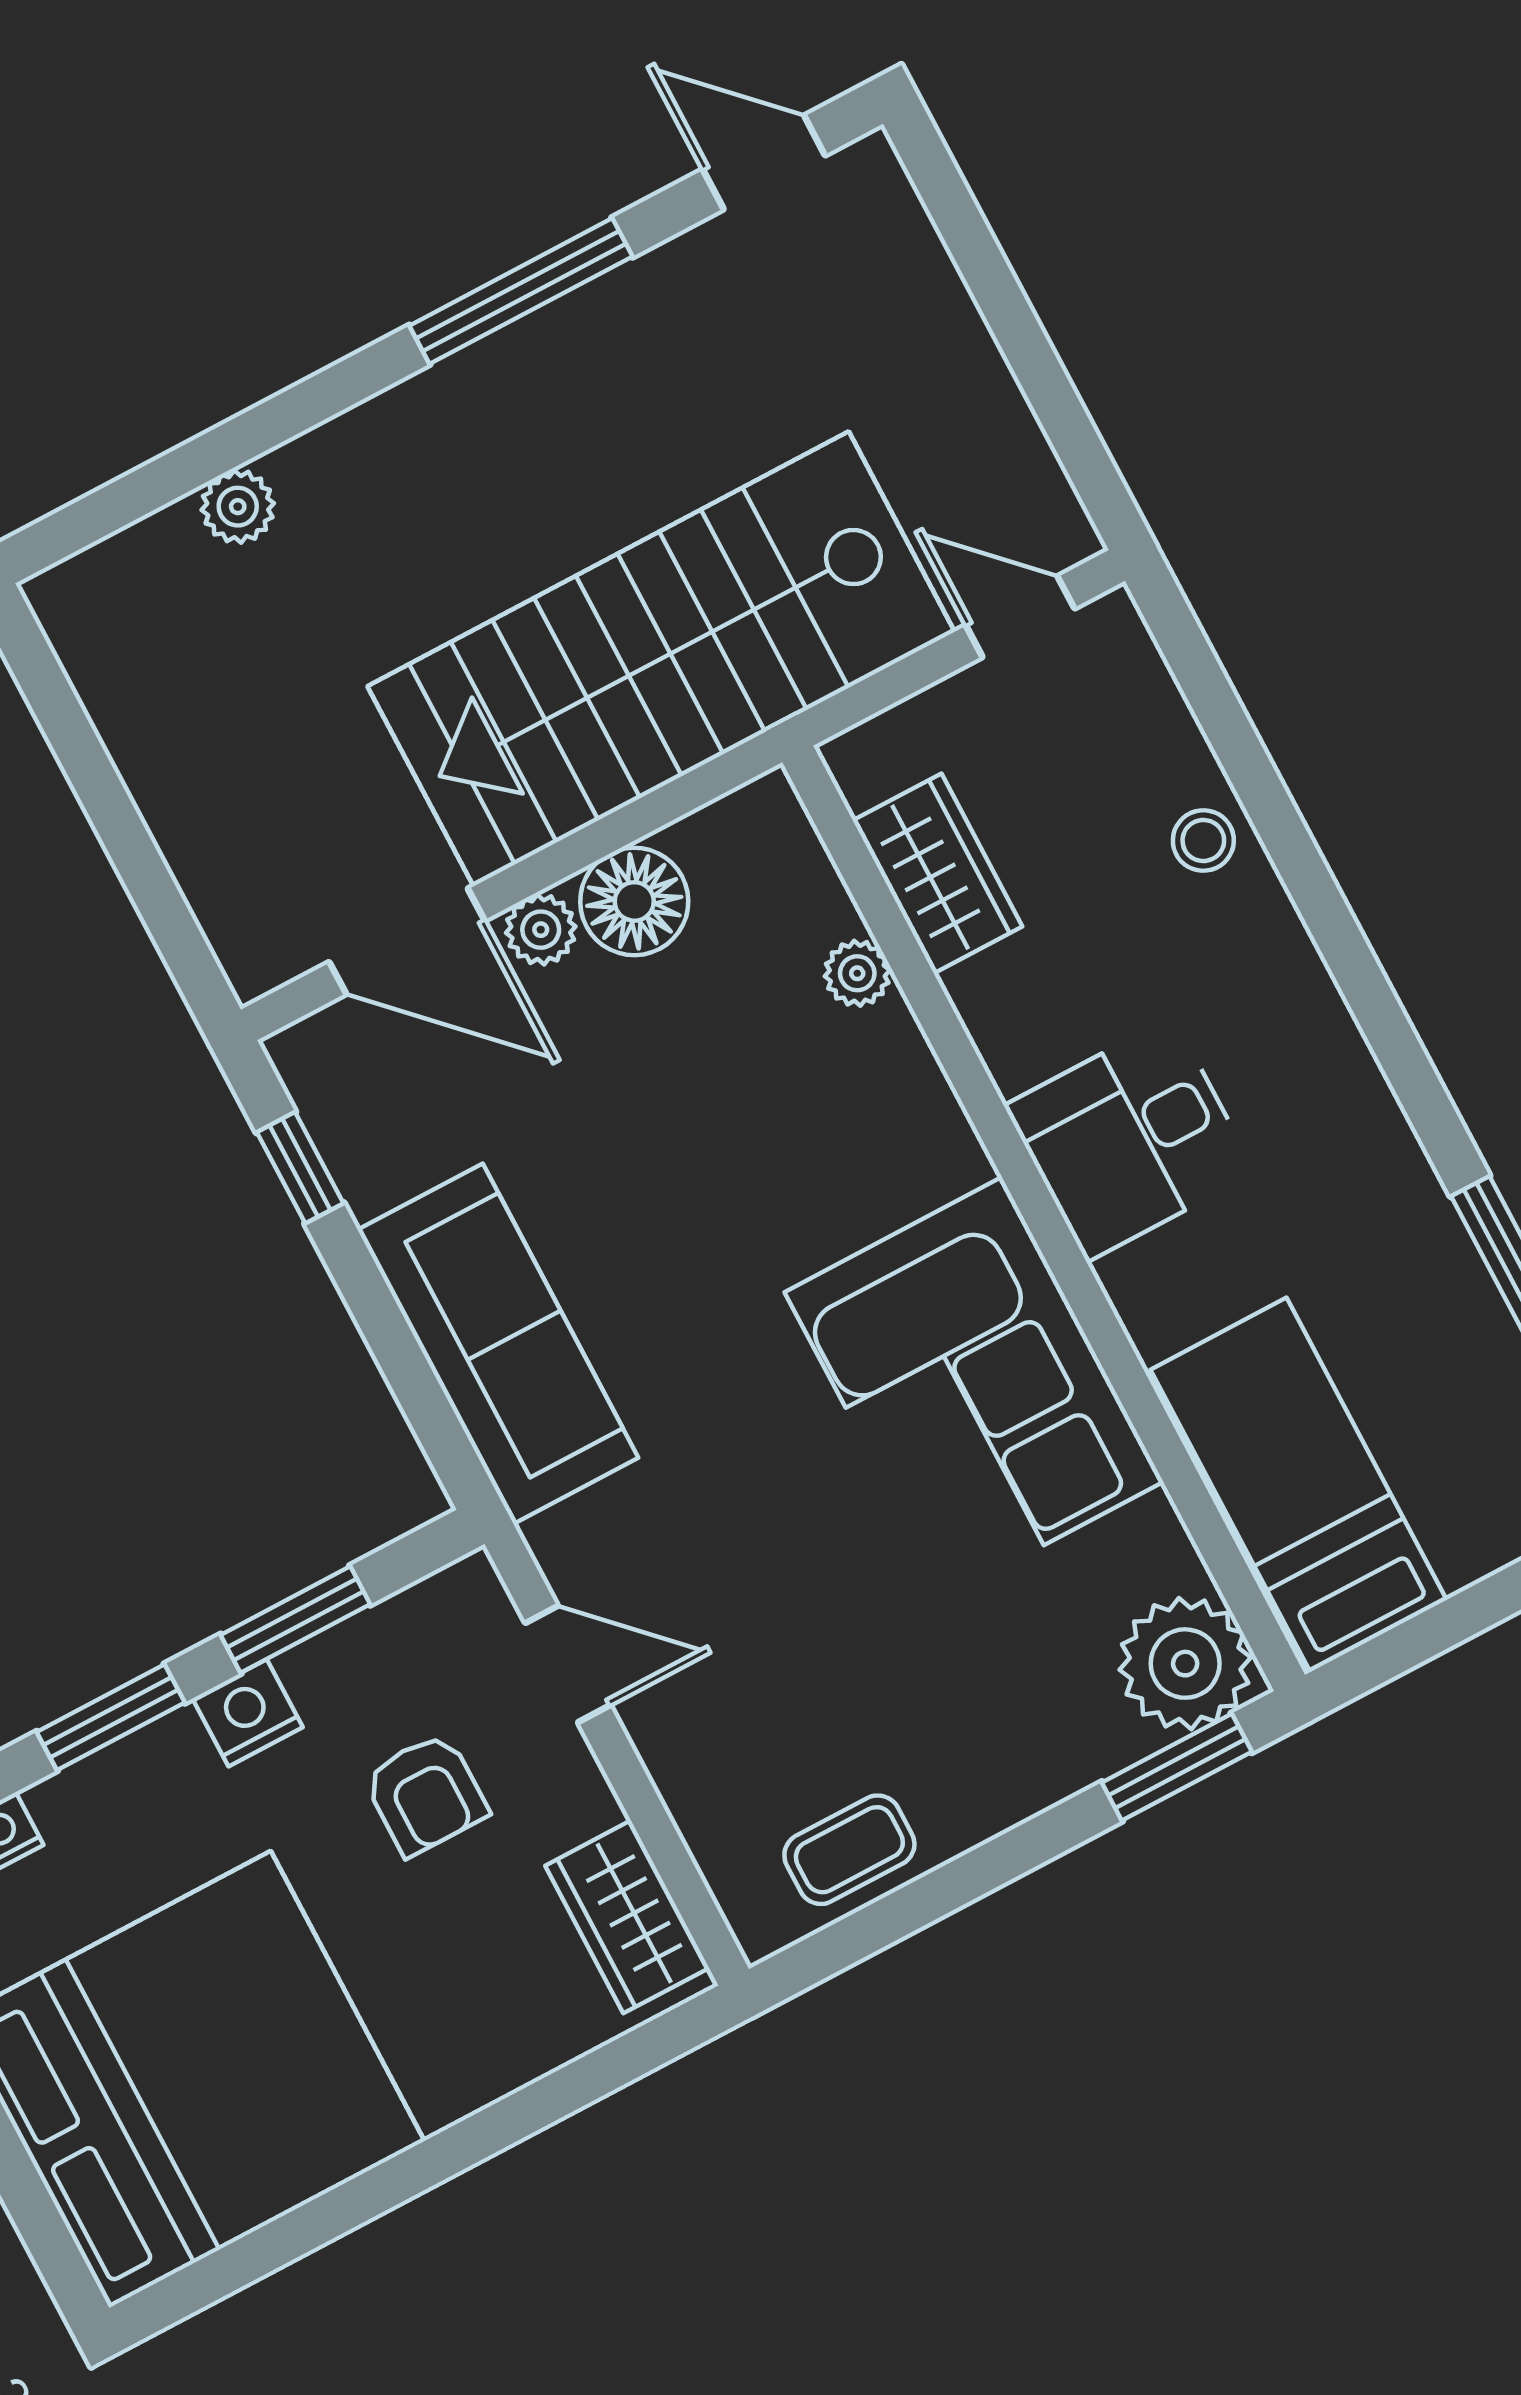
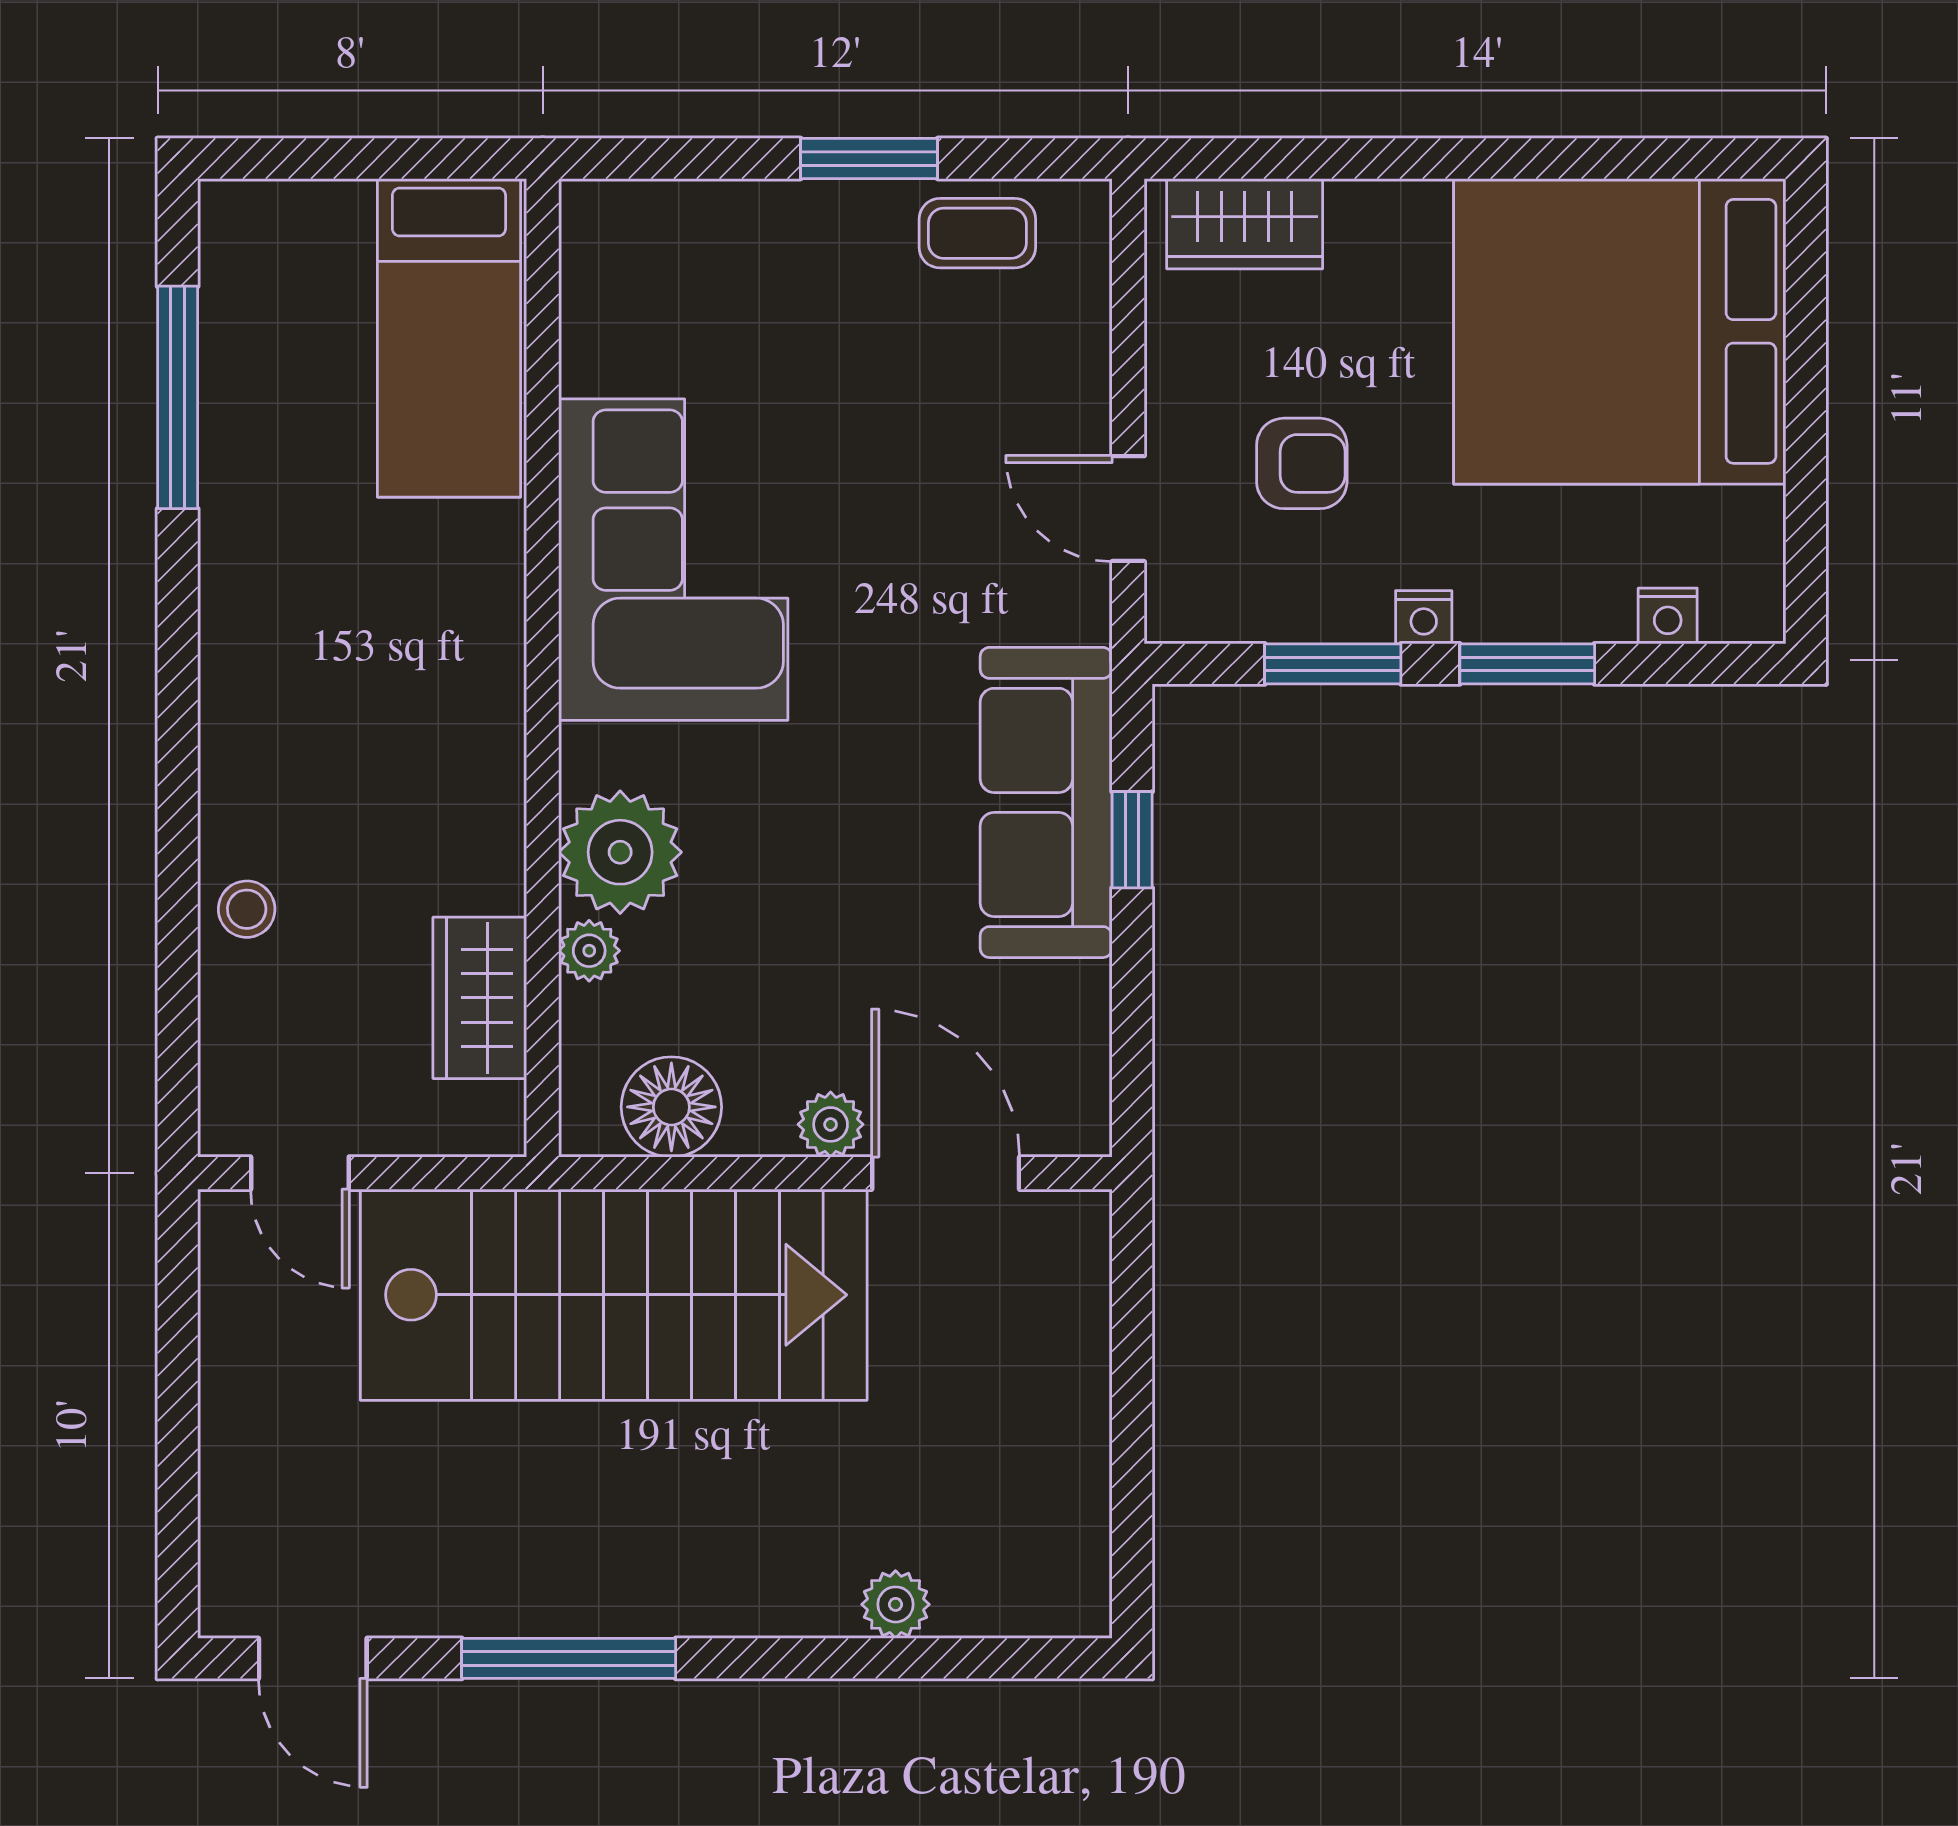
floor lamp: (634, 901) -> (671, 1107), moved
desk: (1130, 1139) -> (437, 696), removed
window: (300, 1168) -> (1132, 840), moved
plant: (1185, 1664) -> (620, 852), moved
nightstand: (248, 1713) -> (1424, 617), width x0.72, depth x0.74
window: (1177, 1767) -> (869, 159), moved
armchair: (426, 1794) -> (1302, 463), turned 90
wardrobe: (627, 1917) -> (1245, 224), moved, turned 90

